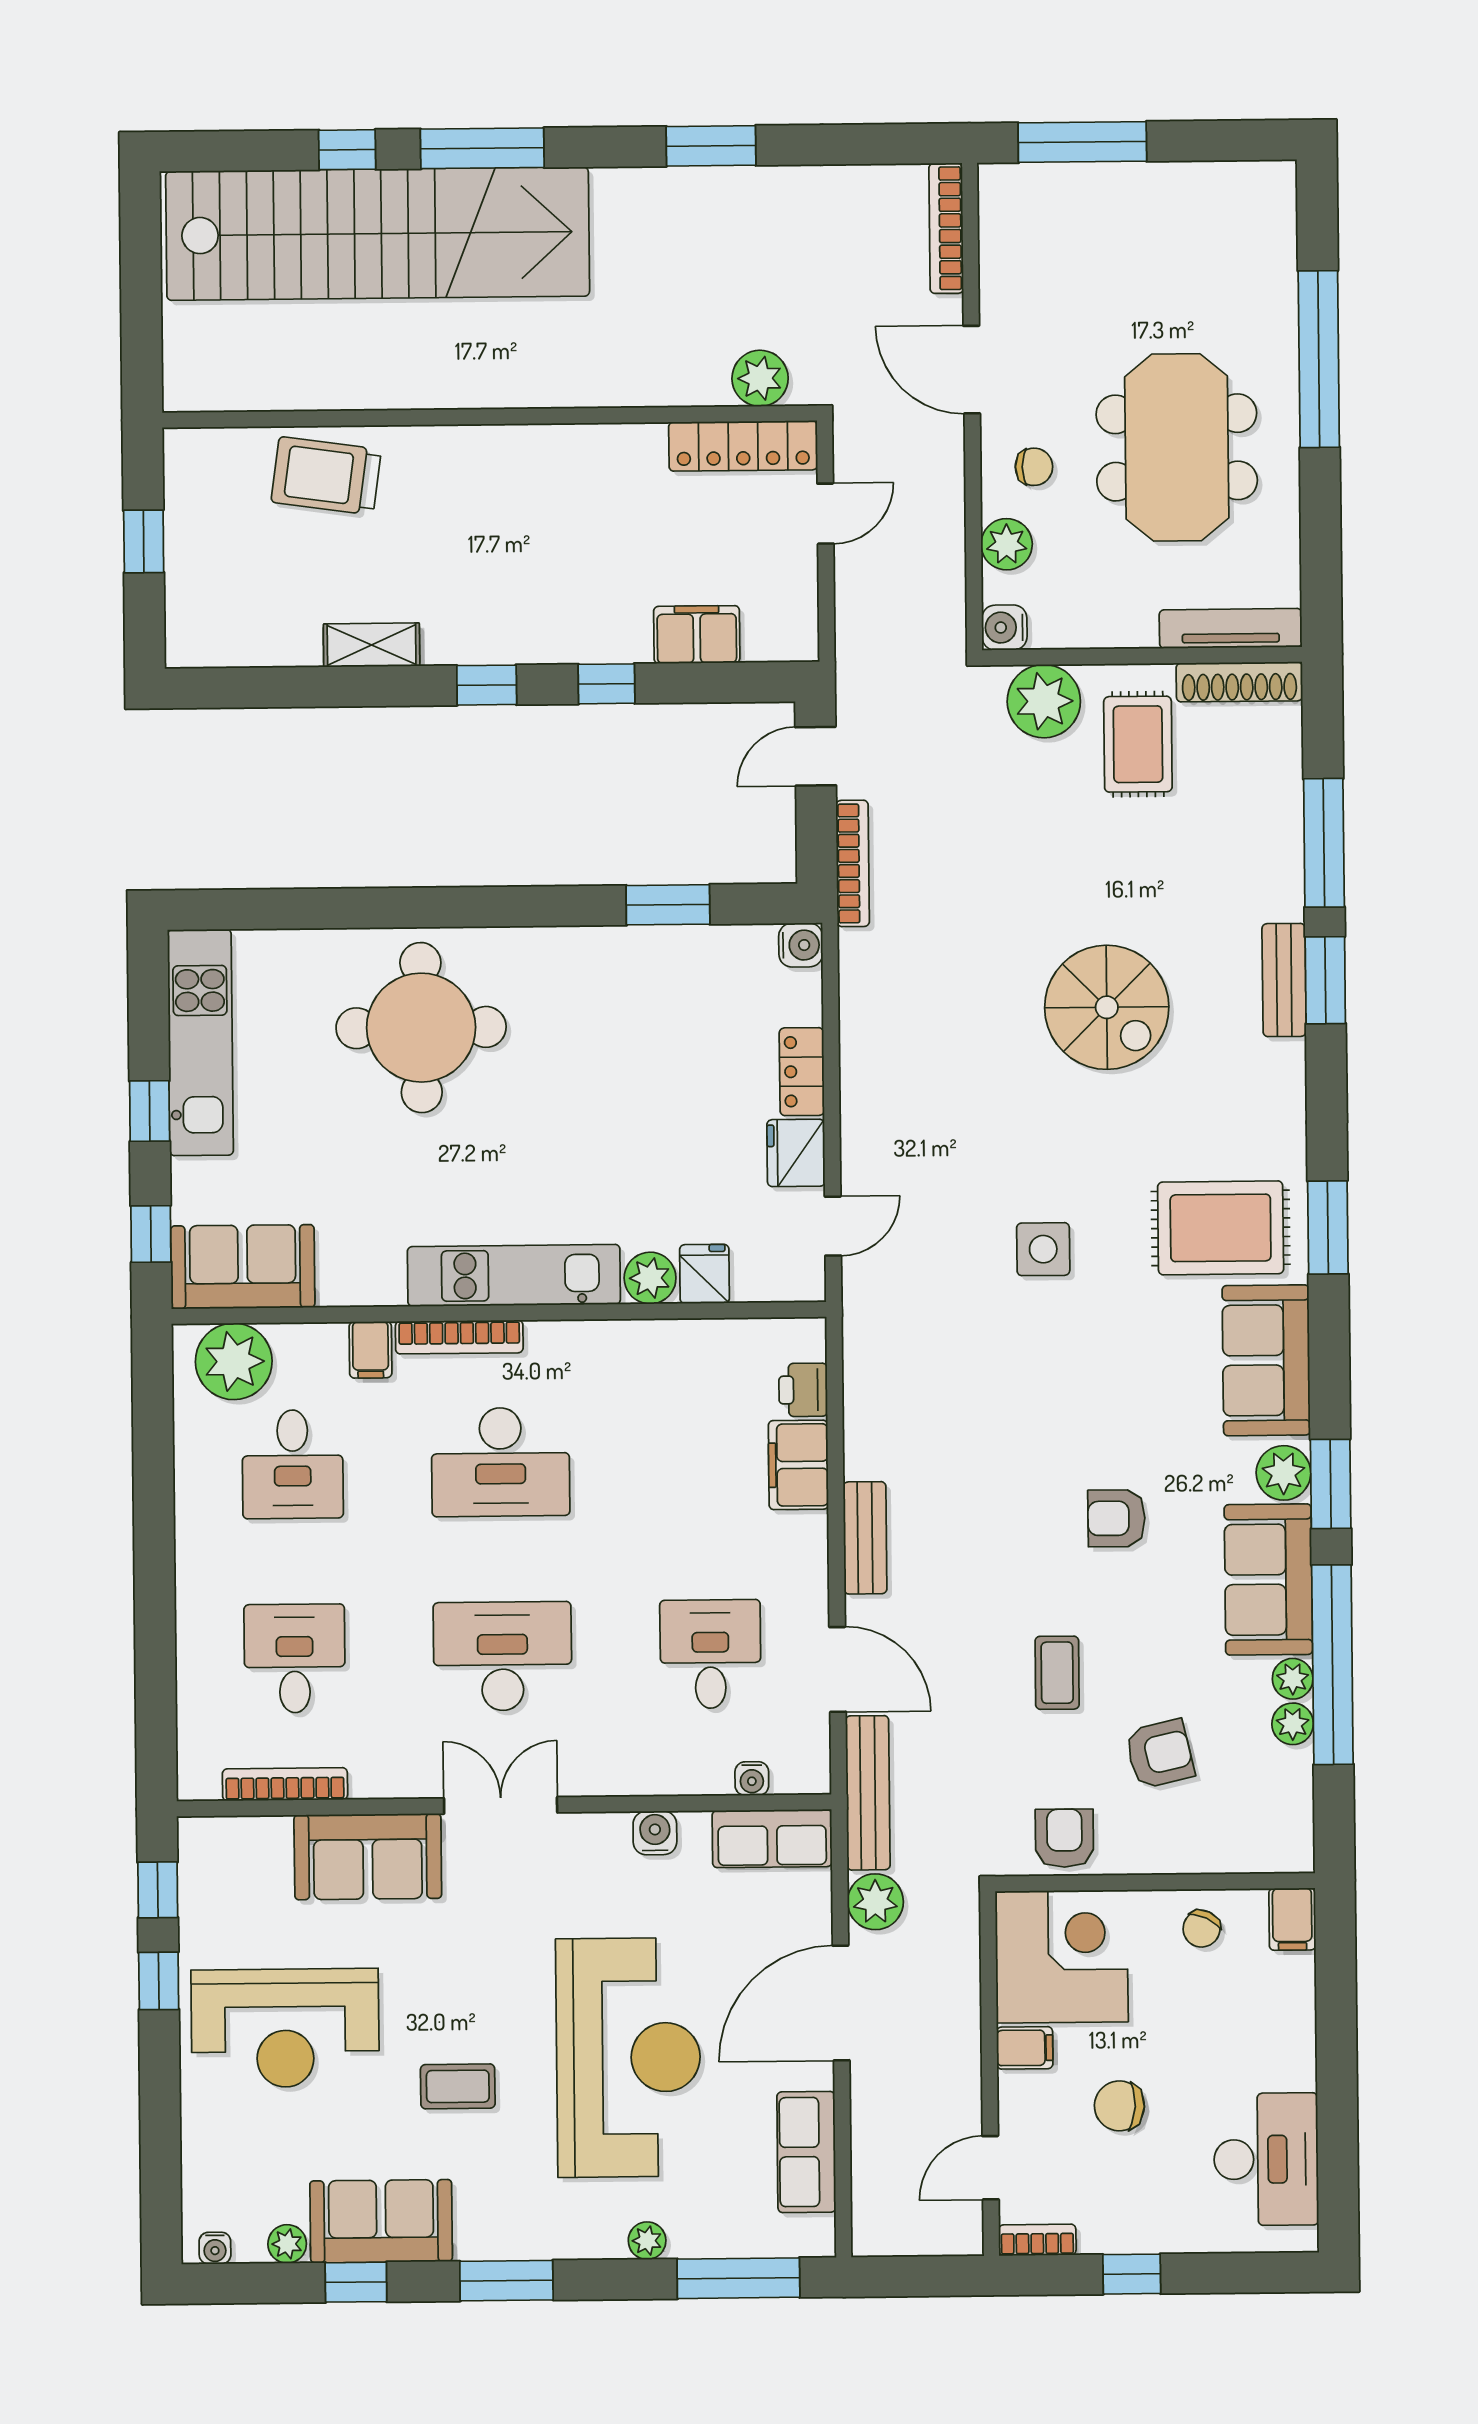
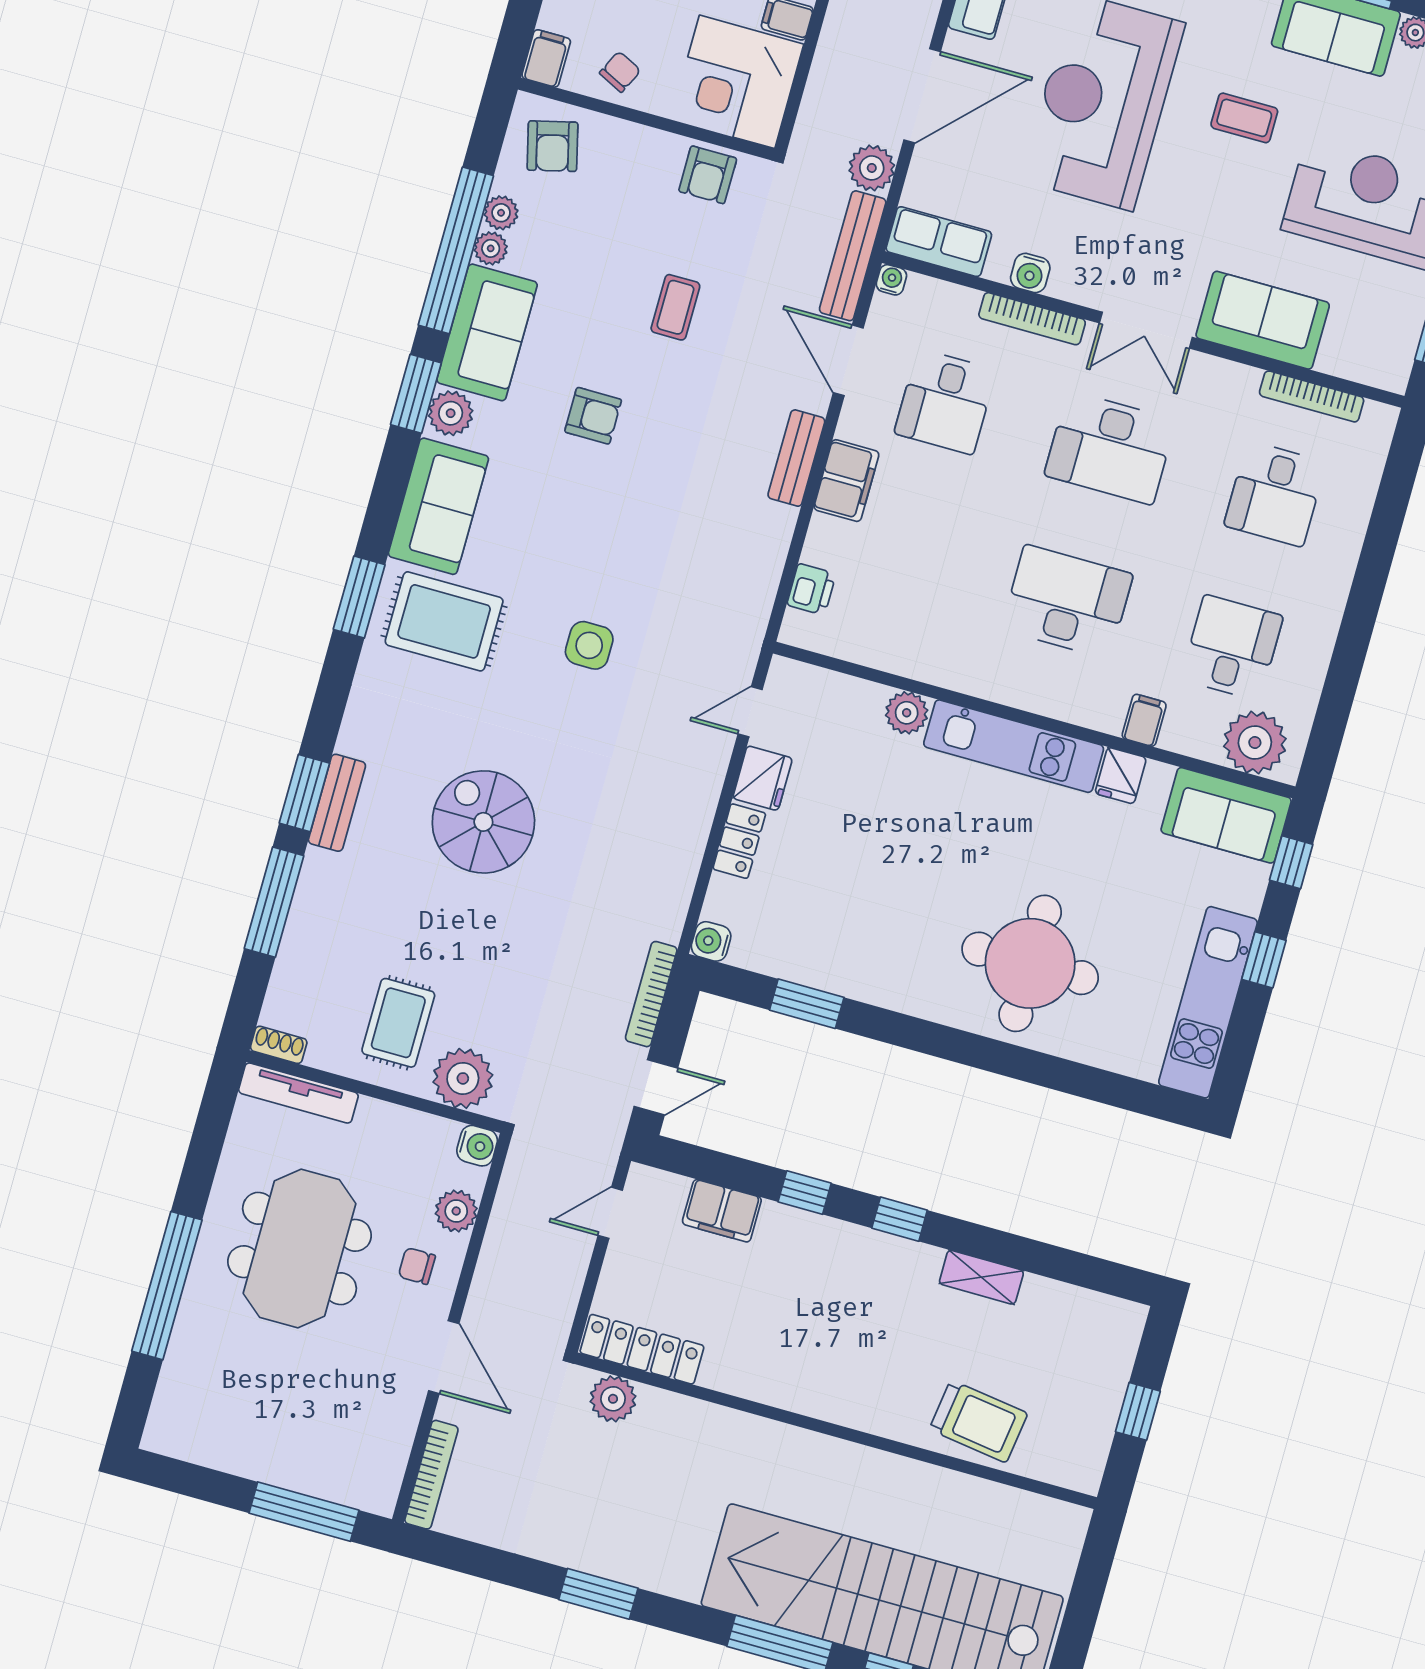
door: (825, 514) -> (610, 1213), moved
shoe rack: (1239, 682) -> (279, 1045), width x0.51, depth x0.81
fridge: (705, 1274) -> (1121, 776), moved
bookcase: (459, 1337) -> (1032, 319), moved, turned 180
filing cabinet: (798, 1465) -> (846, 481), moved
armchair: (1160, 1754) -> (553, 146), moved, turned -91
water cooler: (752, 1779) -> (891, 280), moved

